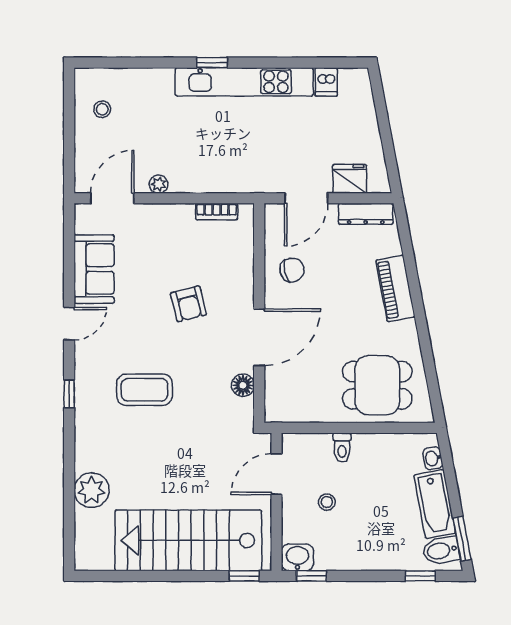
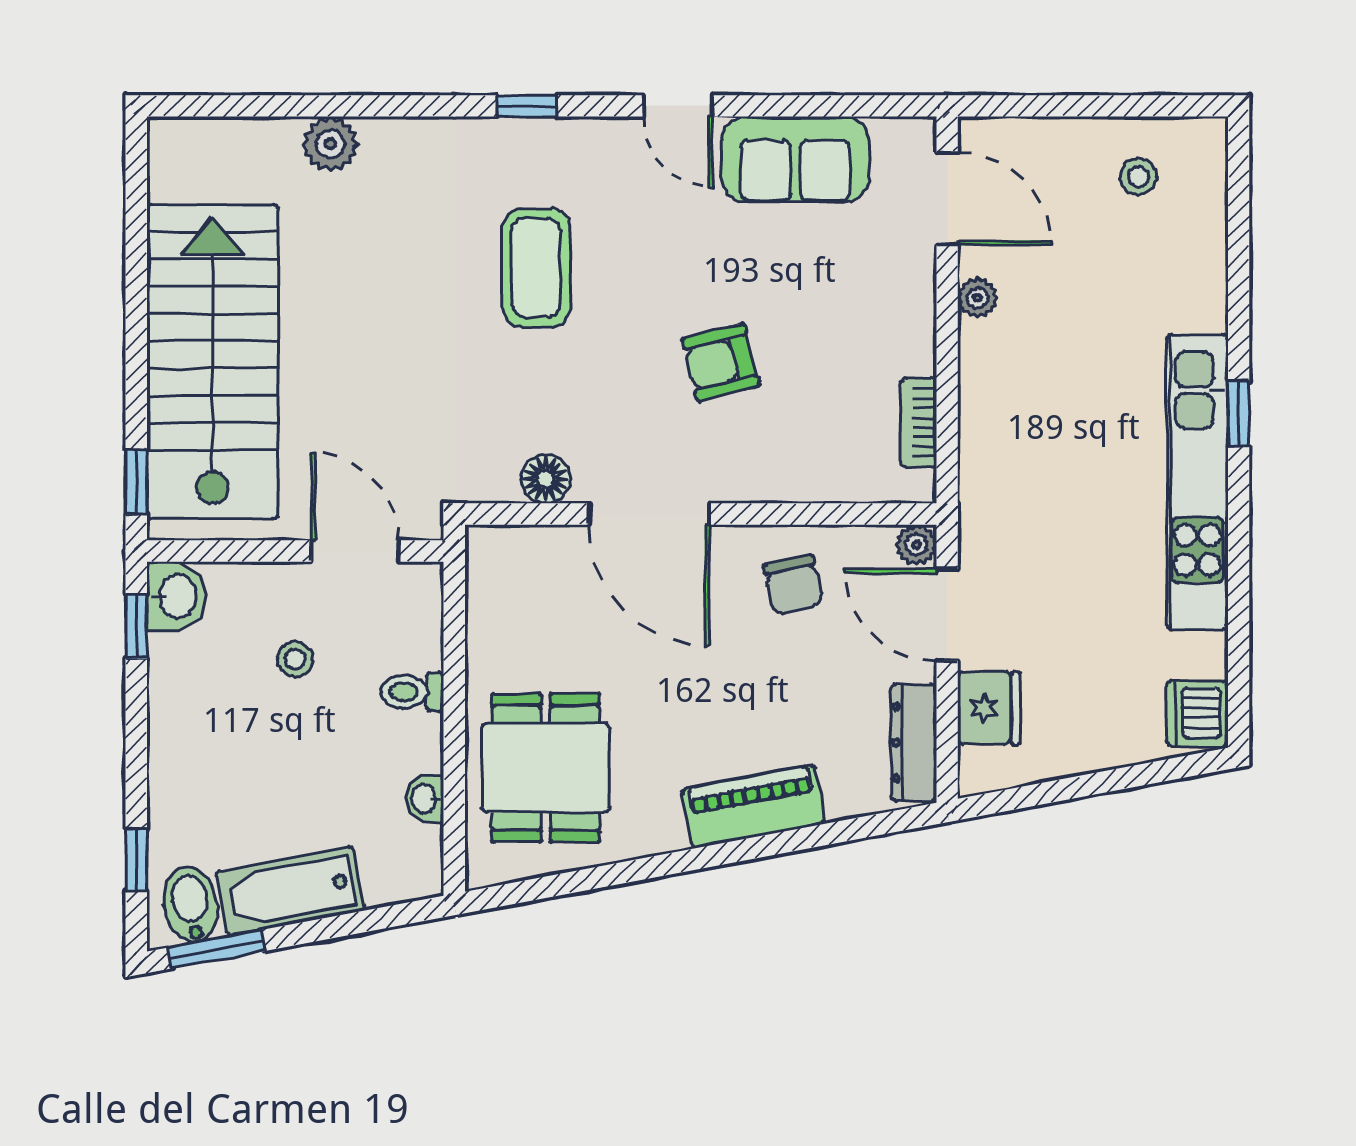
dishwasher: (326, 82) -> (1197, 713), moved, width x1.38
plant: (273, 213) -> (916, 545), added
washbasin: (433, 458) -> (425, 799), moved, turned -79
plant: (92, 490) -> (330, 144), width x0.73, depth x0.73

